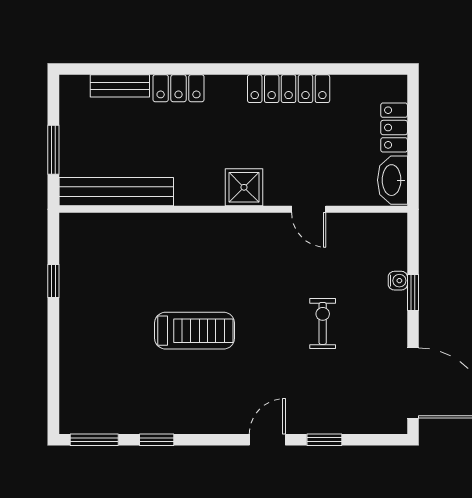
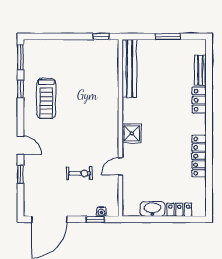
shower: (244, 187) -> (132, 133), moved
bench: (116, 192) -> (129, 68), moved
wall: (233, 209) -> (120, 128), moved
door: (309, 209) -> (120, 166), moved
treadmill: (195, 331) -> (46, 98), moved

